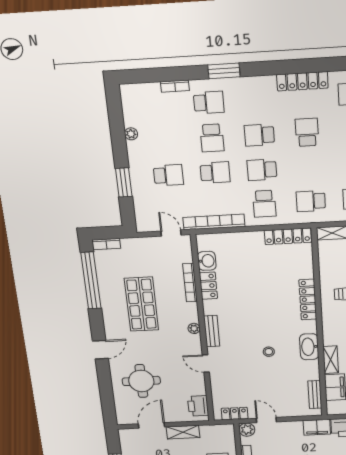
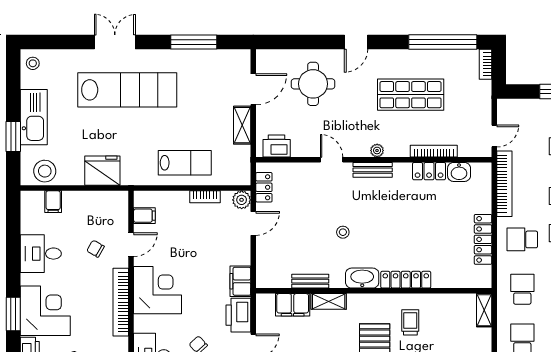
locker: (288, 236) -> (483, 239), moved
washbasin: (309, 347) -> (362, 278), moved
door: (100, 350) -> (356, 42), hinge flipped
door: (206, 364) -> (332, 160), hinge flipped
bench: (315, 395) -> (310, 281), moved
door: (151, 425) -> (253, 89), hinge flipped

